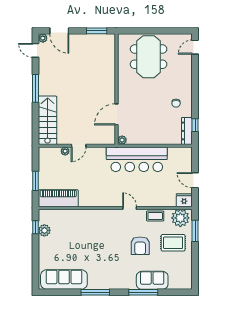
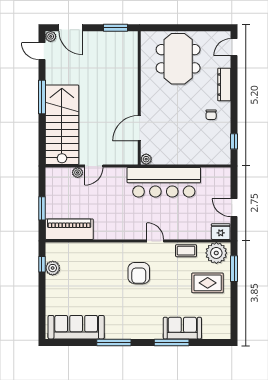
stairs: (48, 120) -> (62, 125), width x1.36, depth x1.51
dresser: (187, 131) -> (224, 85), moved
armchair: (140, 246) -> (139, 273), moved

